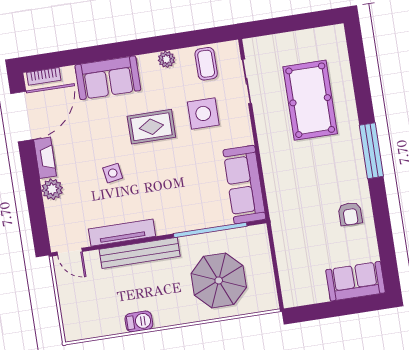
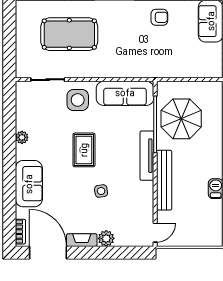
coffee table: (206, 64) -> (30, 108), removed
side table: (203, 113) -> (78, 100), moved
rug: (151, 127) -> (84, 150), moved
tv unit: (122, 233) -> (147, 156), moved
parasol: (219, 280) -> (181, 119), moved

